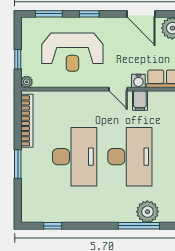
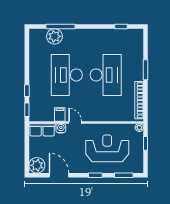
desk: (75, 157) -> (106, 75), turned 180

